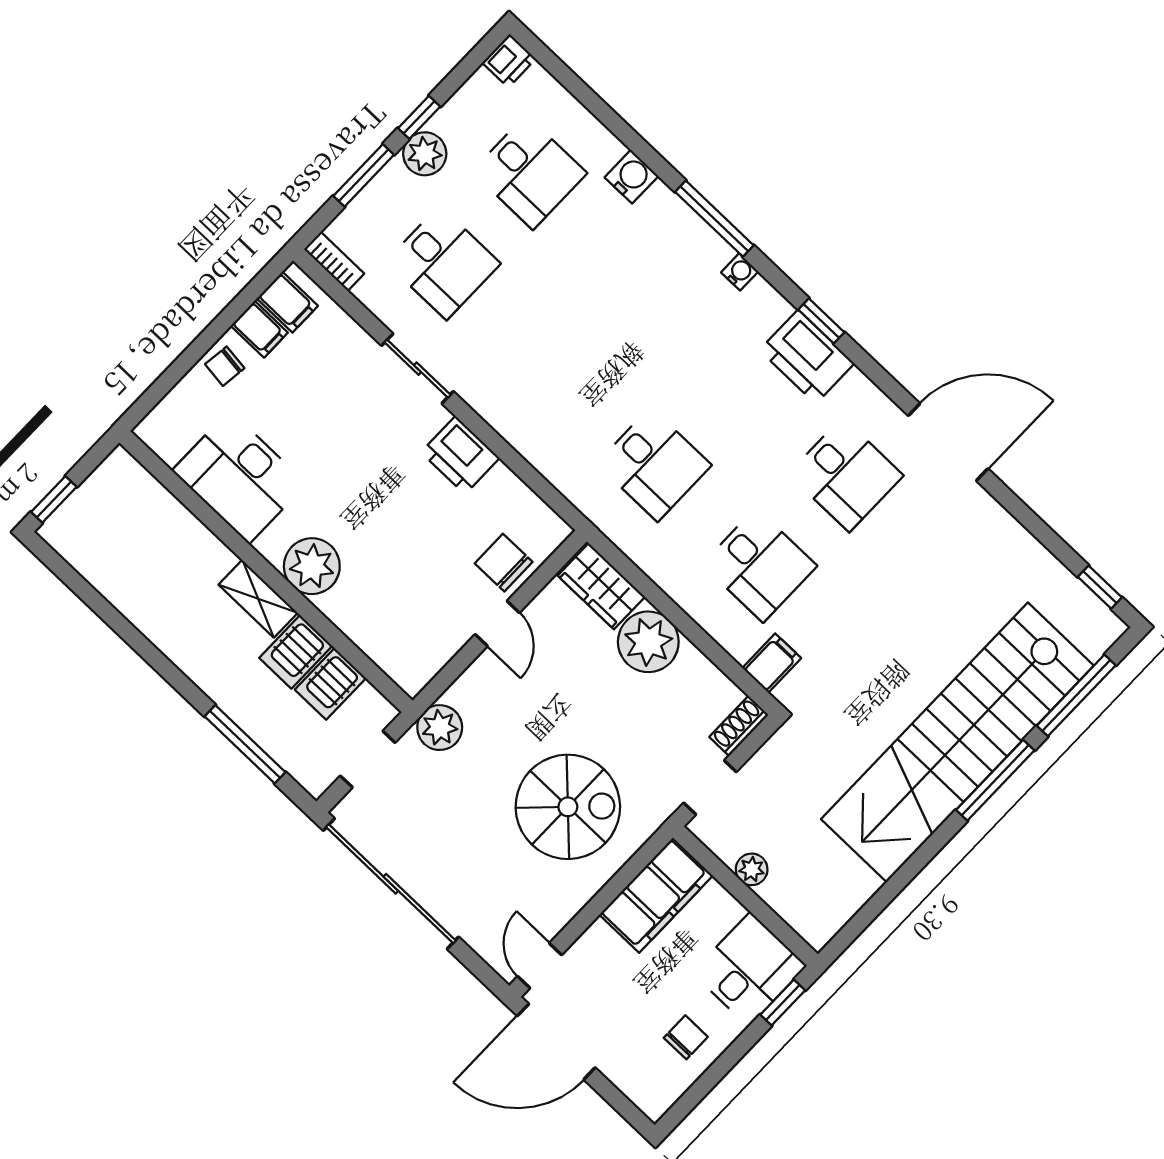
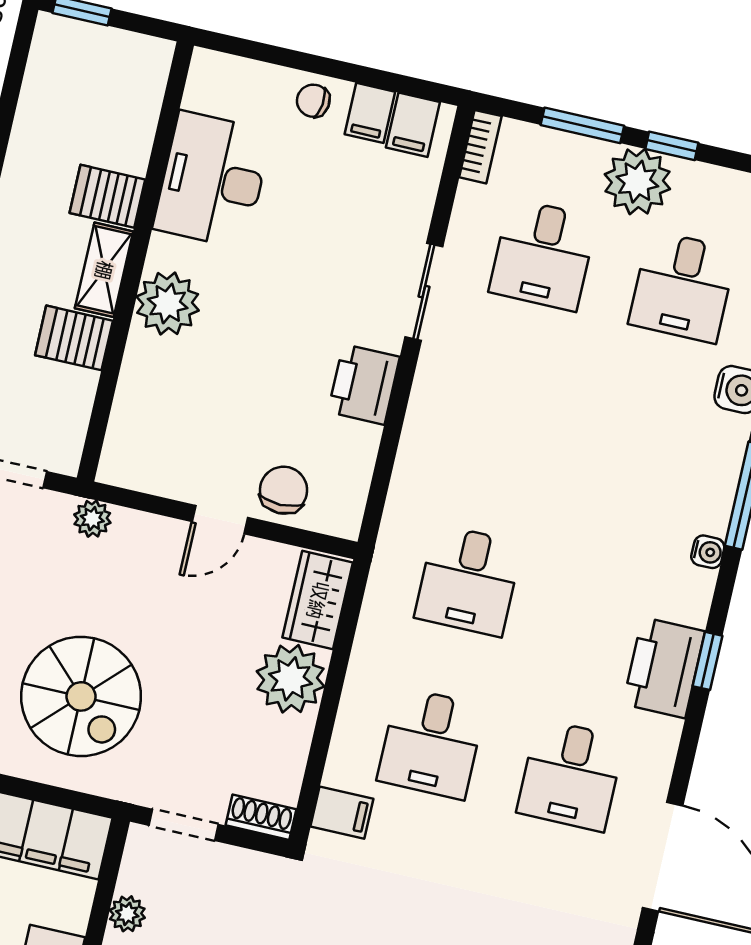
plant: (425, 154) -> (637, 182), width x1.36, depth x1.36
server rack: (330, 684) -> (107, 196), moved
plant: (440, 728) -> (92, 519), width x0.73, depth x0.73

